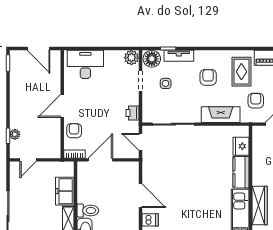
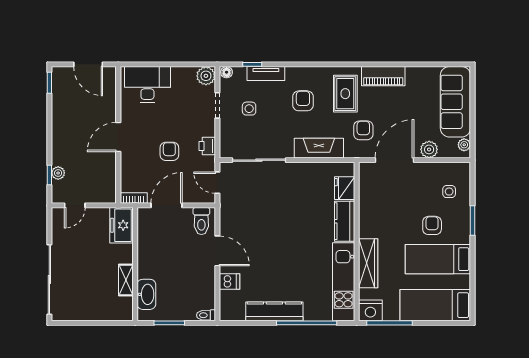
floor lamp: (152, 59) -> (227, 72), width x0.53, depth x0.53
armchair: (74, 131) -> (169, 151), moved
freezer: (65, 191) -> (121, 225), moved
toilet: (88, 211) -> (201, 221), moved, turned 90

